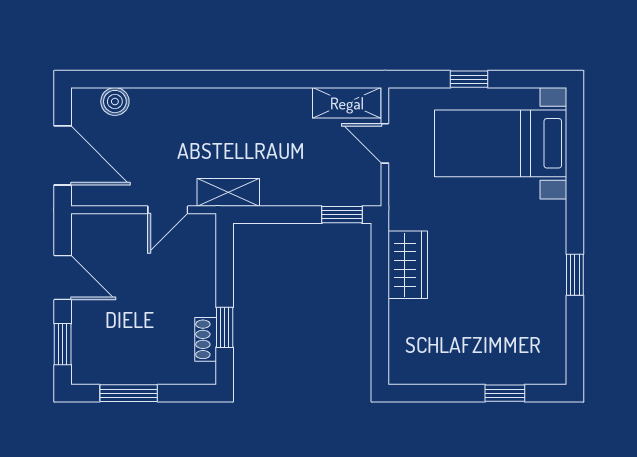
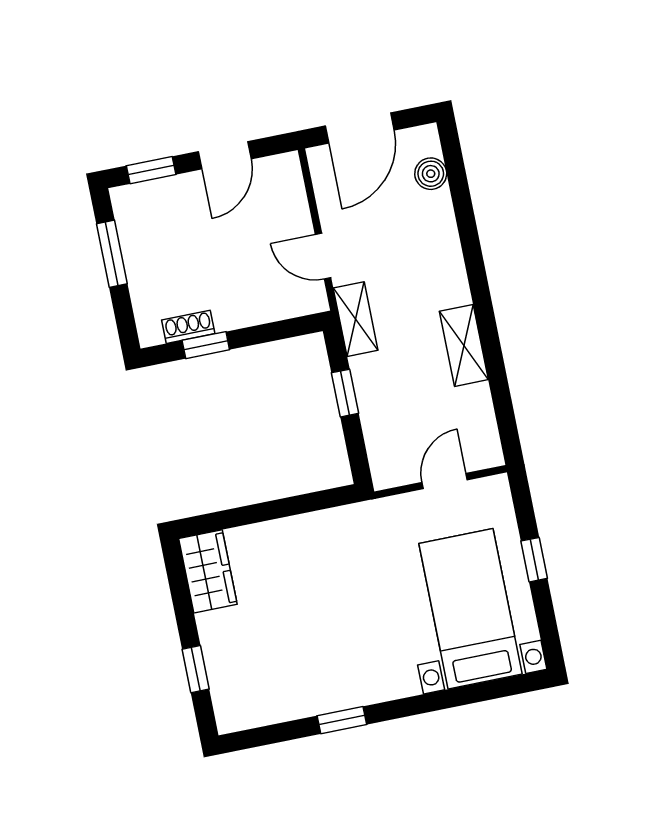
shelving: (347, 103) -> (464, 345), moved
window: (342, 215) -> (345, 393), moved
wardrobe: (408, 265) -> (208, 571), moved, turned -90

